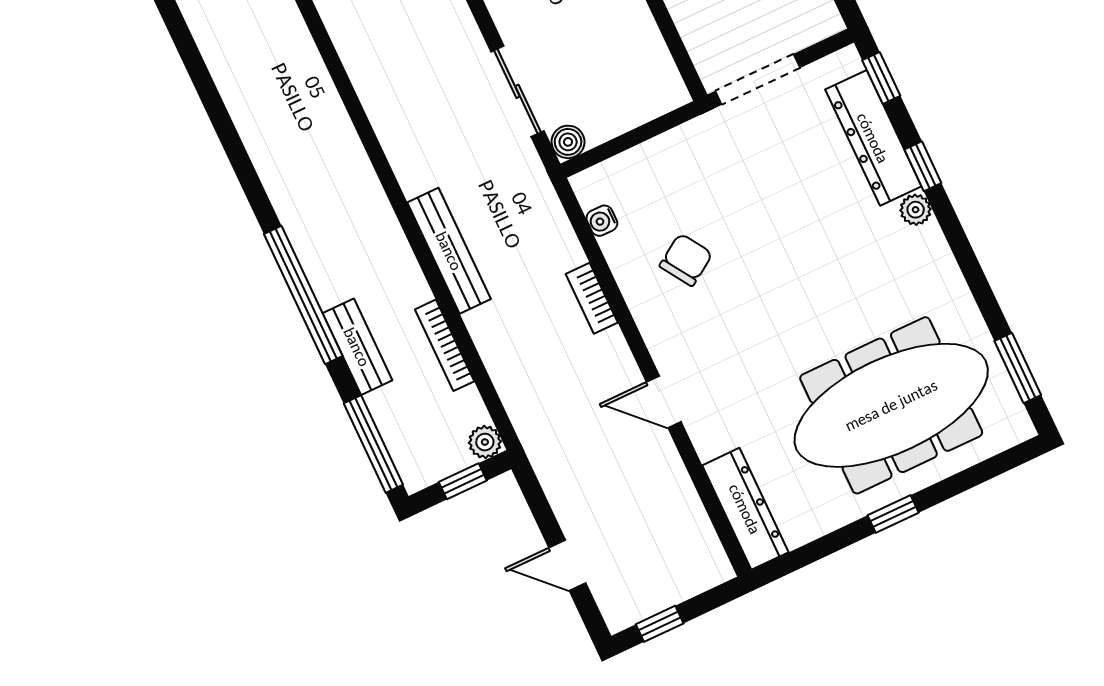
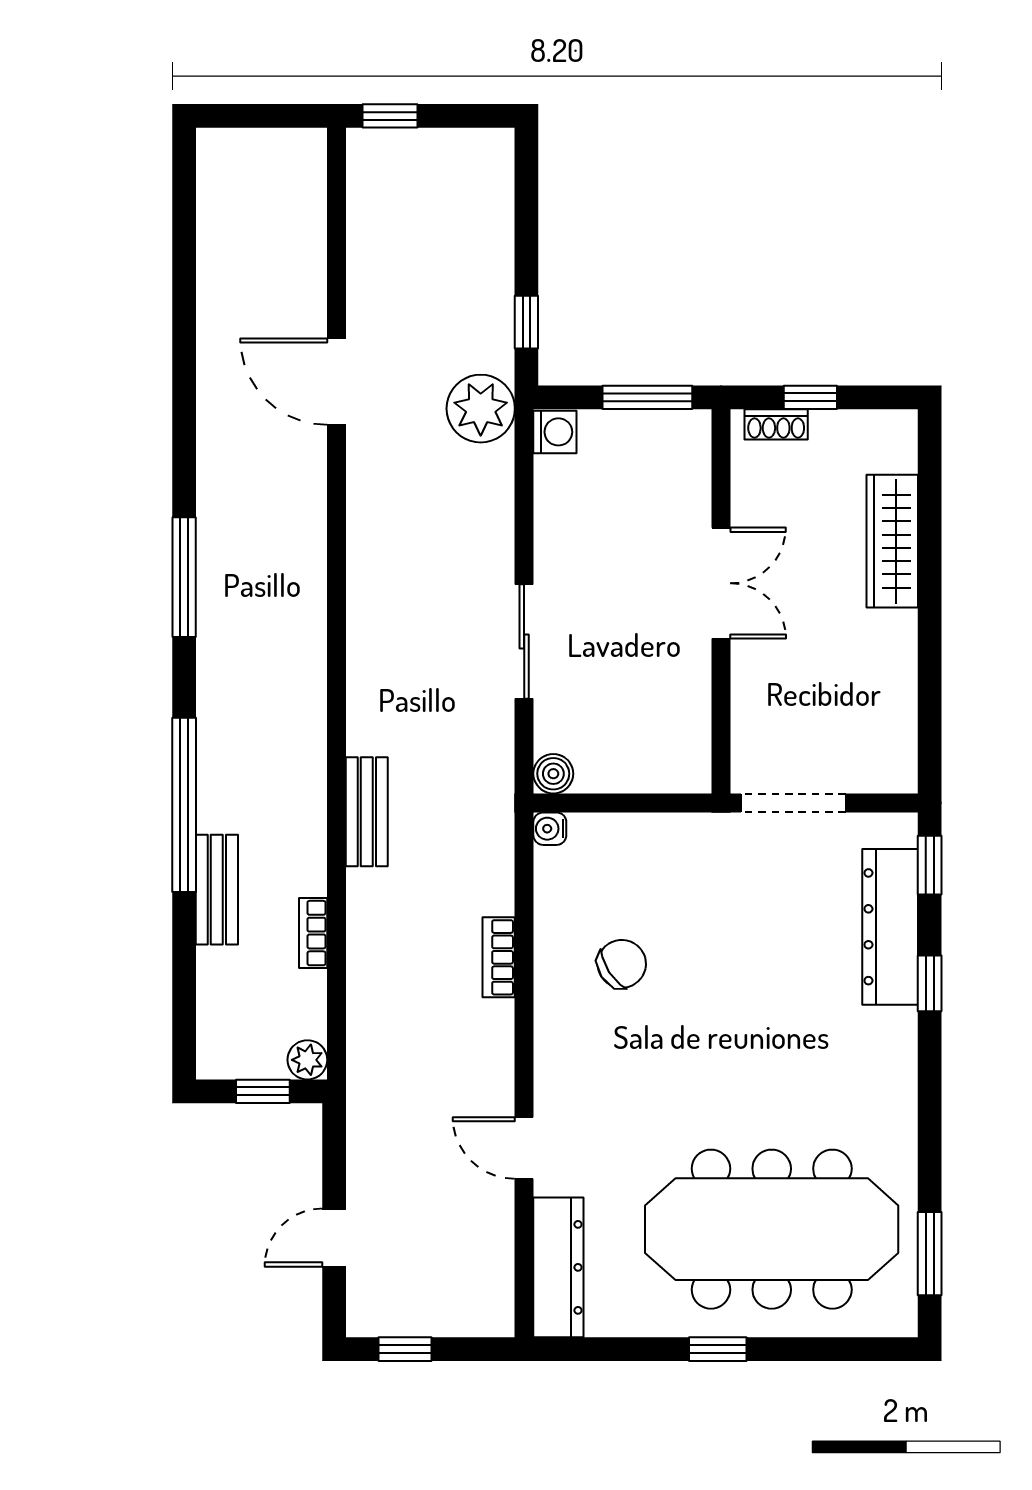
sliding door: (518, 91) -> (524, 642), moved
plant: (916, 210) -> (899, 1027), removed
water cooler: (602, 221) -> (550, 829), moved
bench: (449, 251) -> (367, 812), width x0.73
bookcase: (445, 345) -> (313, 933), width x0.64
door: (664, 402) -> (524, 1148), moved
window: (373, 444) -> (184, 577), moved
door: (567, 565) -> (334, 1238), hinge flipped

